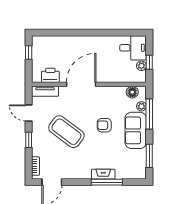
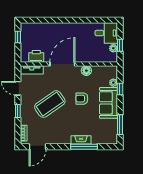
floor lamp: (132, 92) -> (86, 71), moved
window: (149, 114) -> (120, 89), width x0.46
coffee table: (66, 132) -> (50, 104), turned -72

